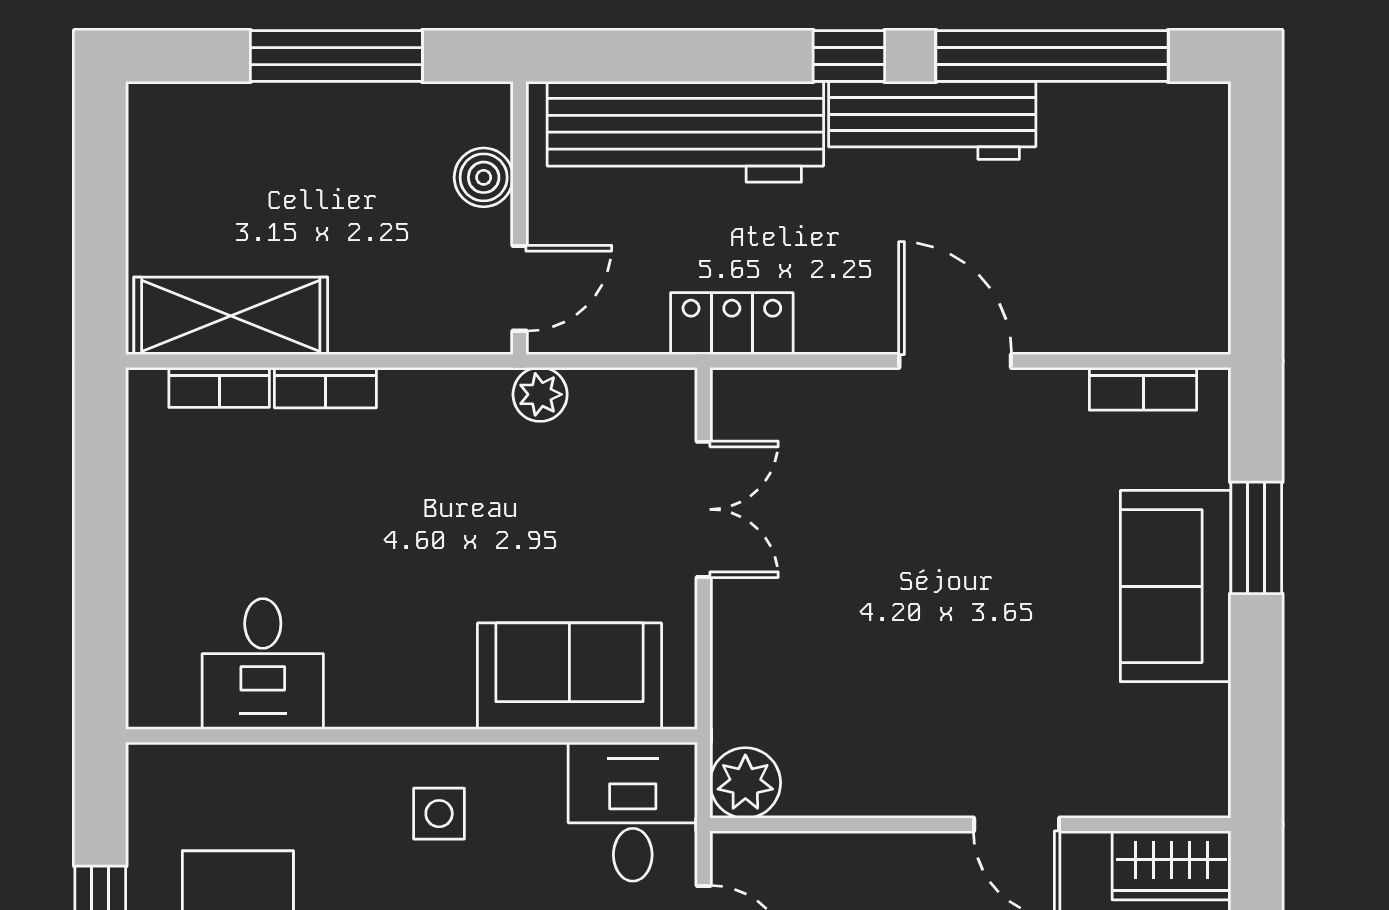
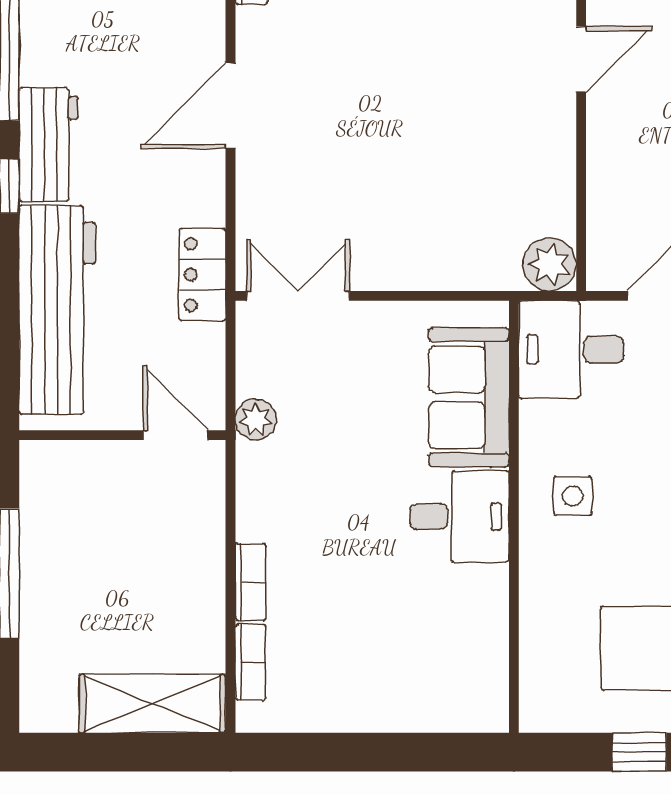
workbench: (932, 120) -> (49, 144), width x0.73
boiler: (484, 177) -> (92, 462), removed
shelving: (231, 316) -> (152, 704), moved, turned 90
double door: (704, 509) -> (298, 296), moved
desk: (263, 664) -> (460, 517), moved

